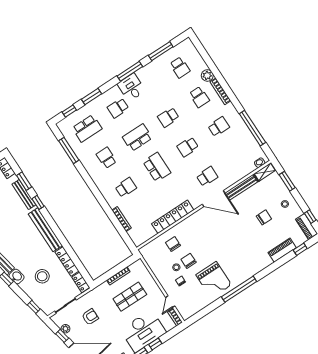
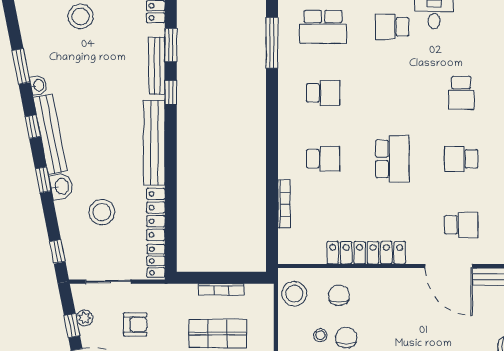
school desk: (168, 117) -> (461, 93), turned -90
school desk: (137, 138) -> (392, 93), removed
school desk: (106, 158) -> (323, 93), turned 90
stool: (152, 256) -> (294, 294), added

